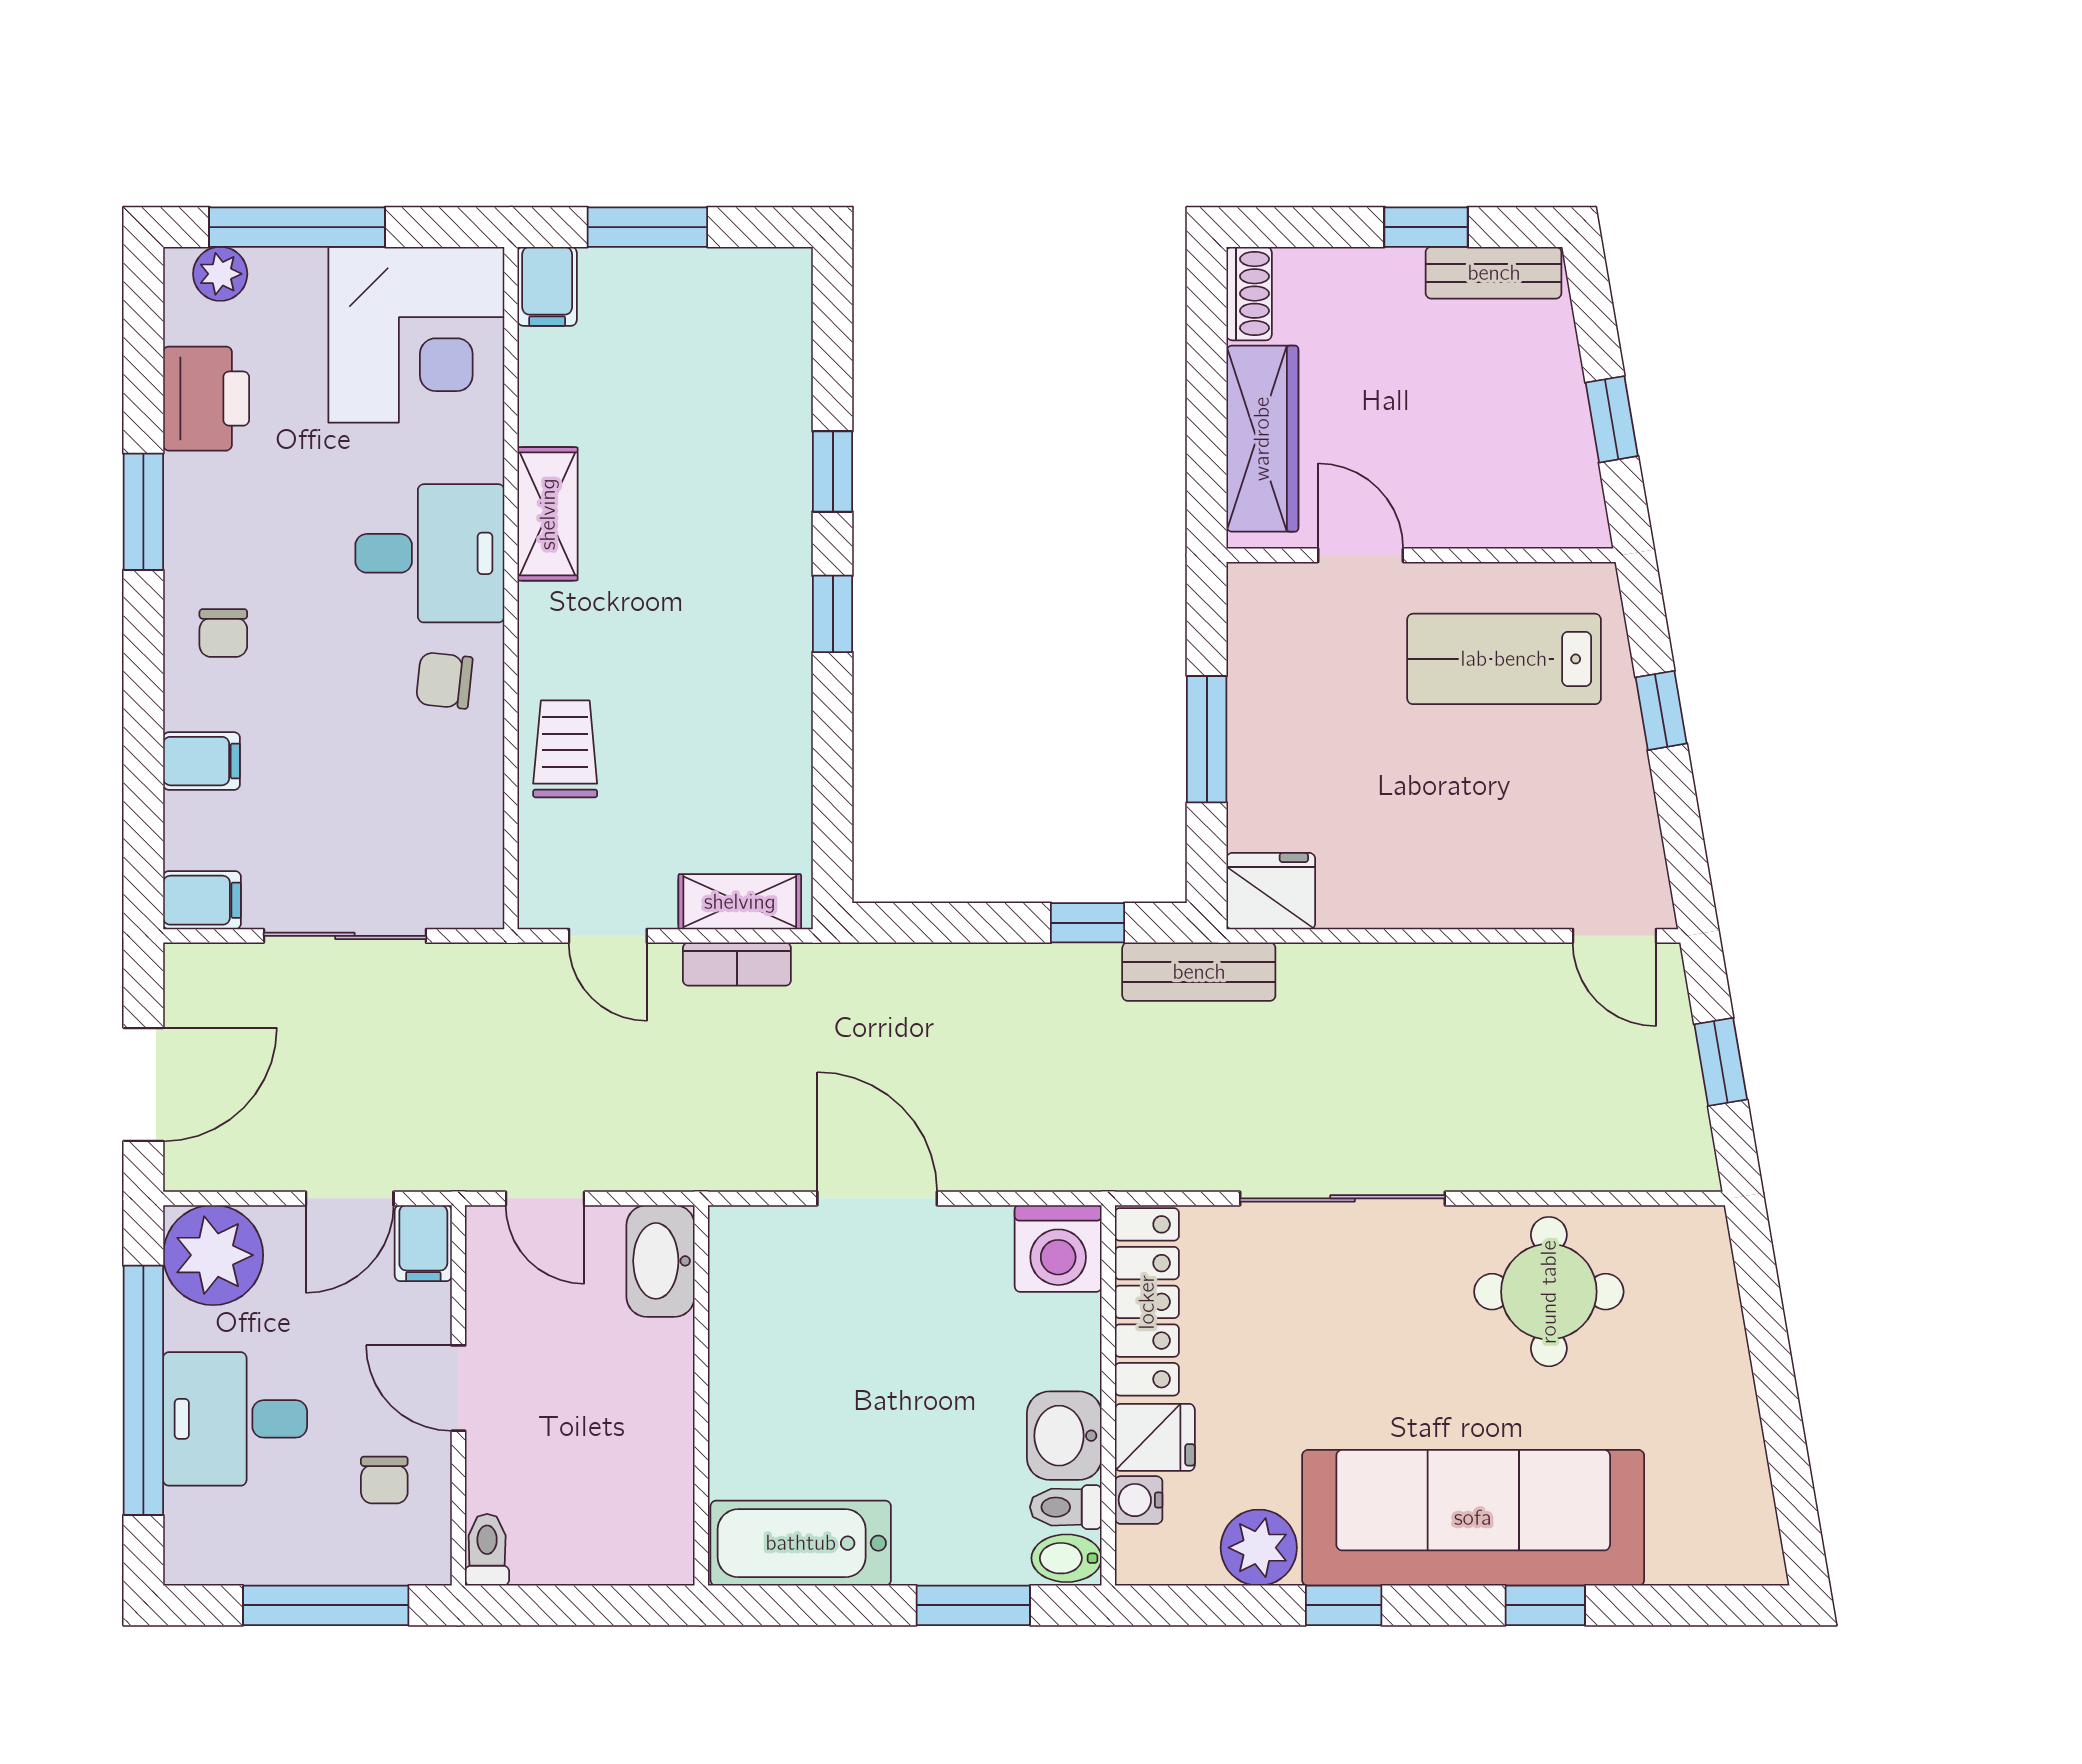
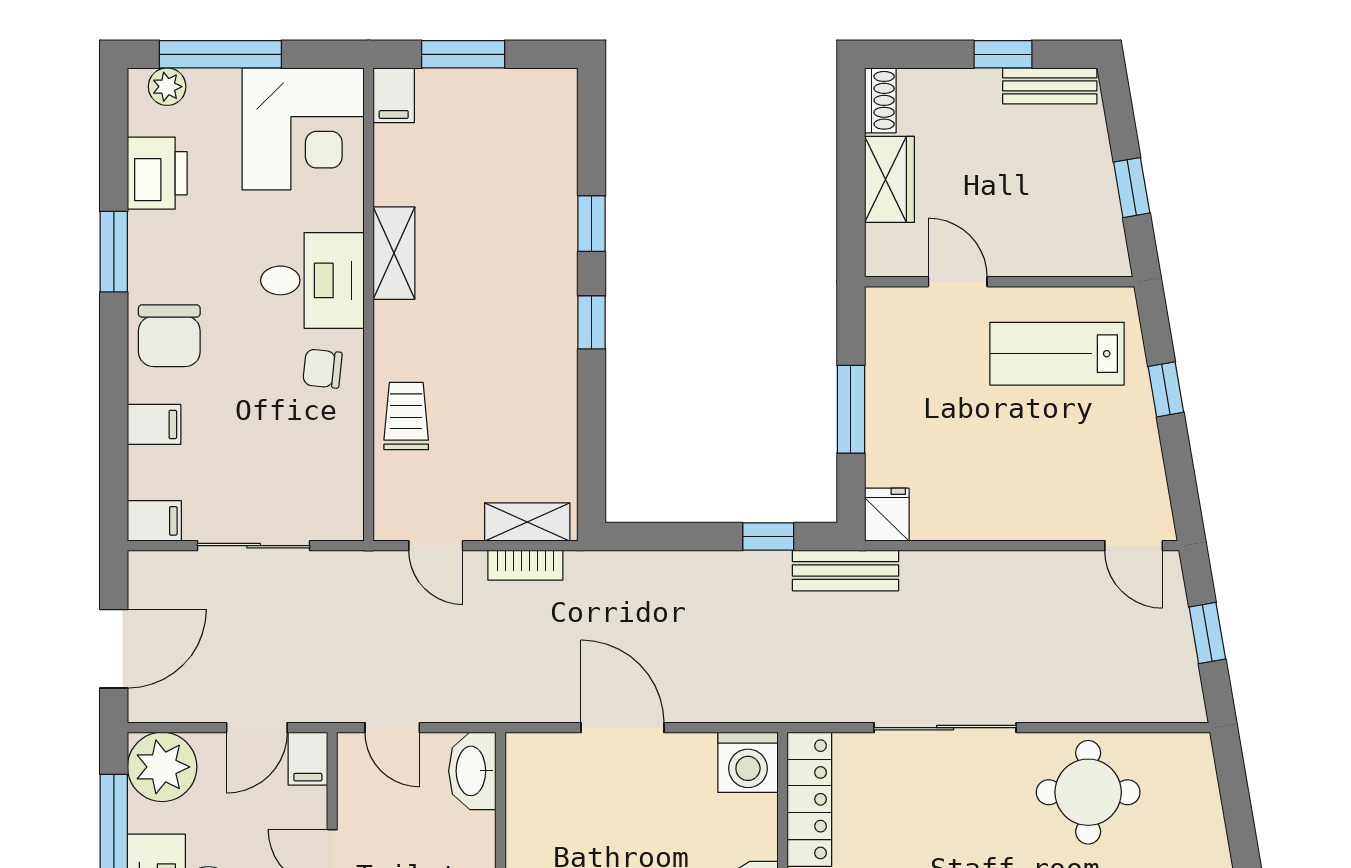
wardrobe: (1262, 439) -> (890, 179), width x0.67
chair: (223, 633) -> (169, 336), width x1.87, depth x1.87
fridge: (1271, 891) -> (887, 515), width x0.72

